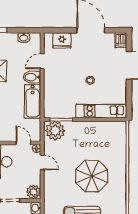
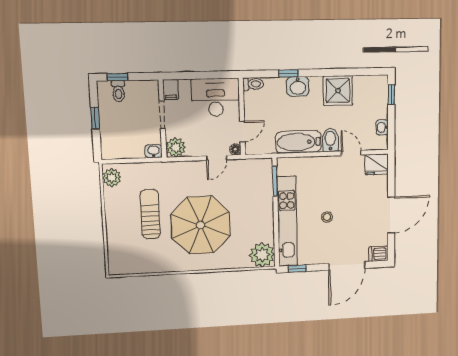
fridge: (62, 40) -> (377, 164), moved, turned -90
window: (129, 104) -> (297, 269), added
kitchen unit: (101, 111) -> (287, 221), width x1.36
plant: (55, 131) -> (262, 255), moved
parasol: (92, 176) -> (201, 225), width x1.36, depth x1.36

